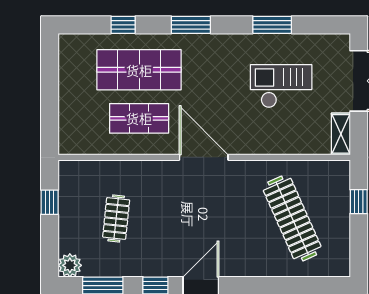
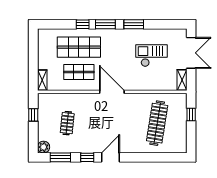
window: (123, 25) -> (83, 24), moved
window: (272, 25) -> (134, 24), moved
shelving: (67, 134) -> (42, 80), added
clothes rail: (292, 218) -> (157, 123), turned 33

